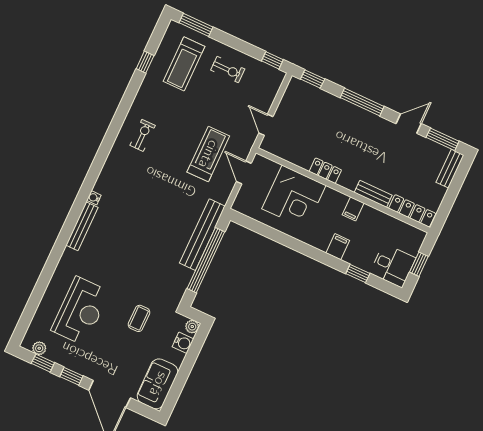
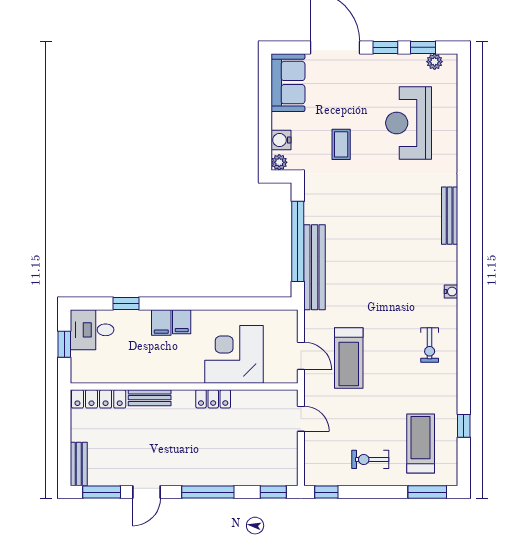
water cooler: (94, 198) -> (451, 292), moved
filing cabinet: (353, 209) -> (182, 322), moved, turned 180

